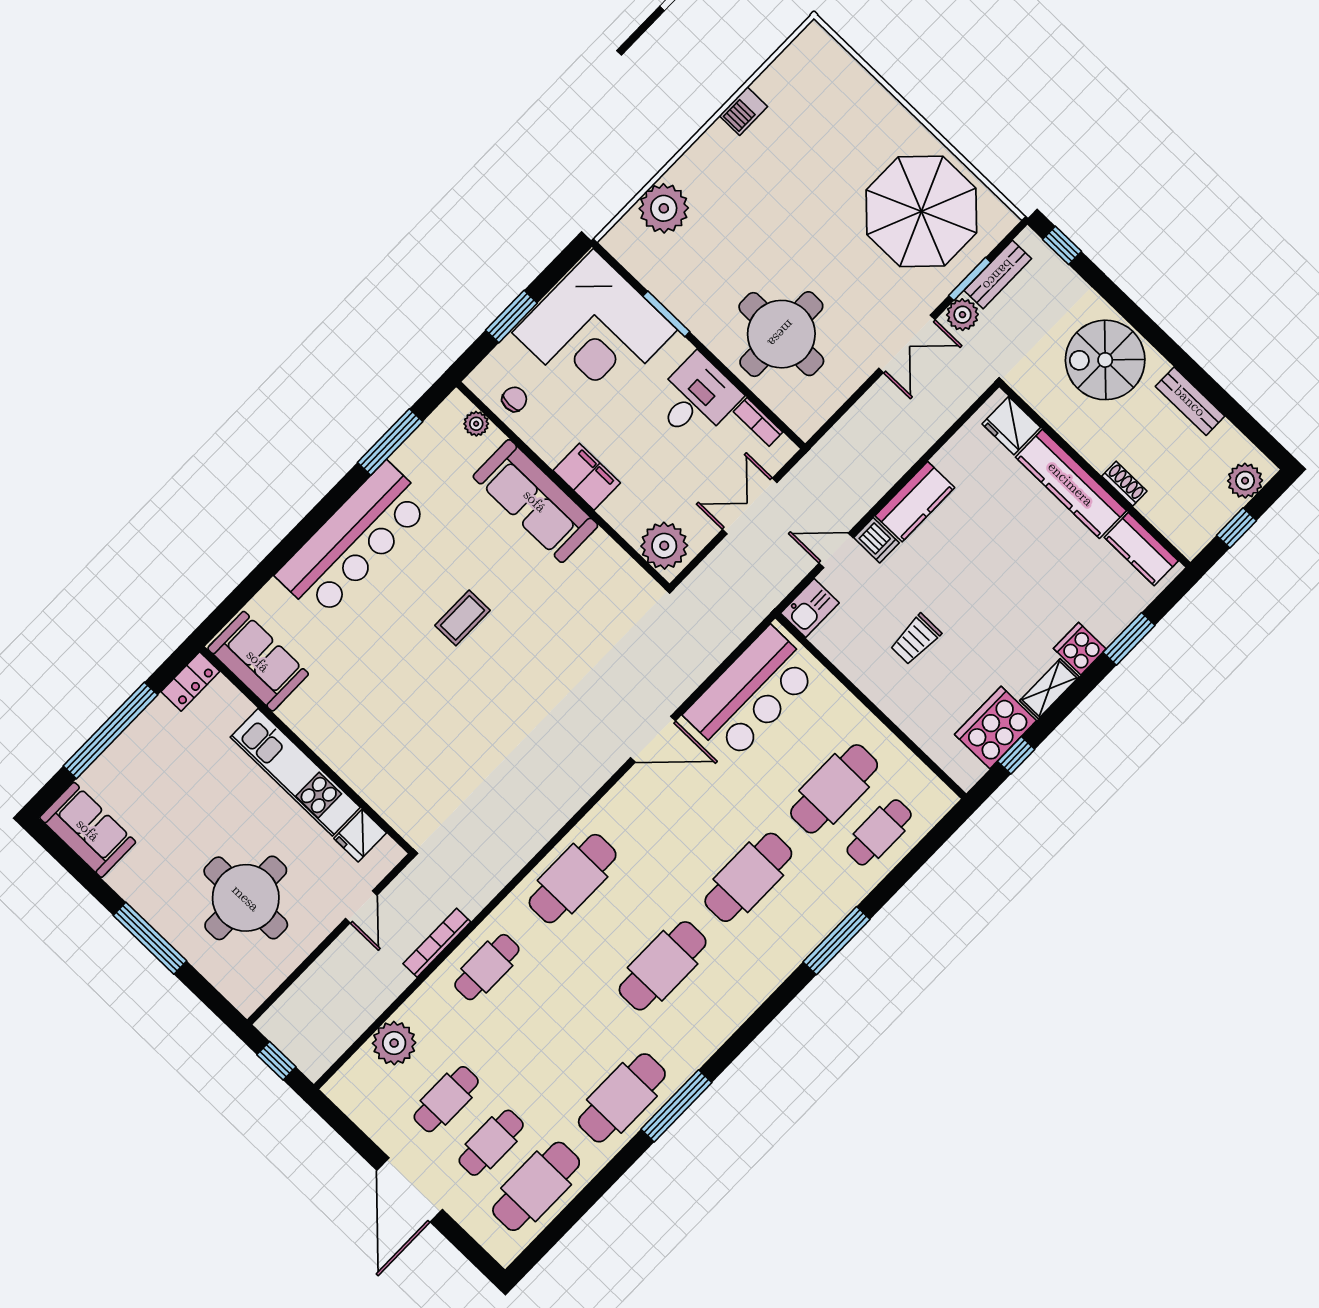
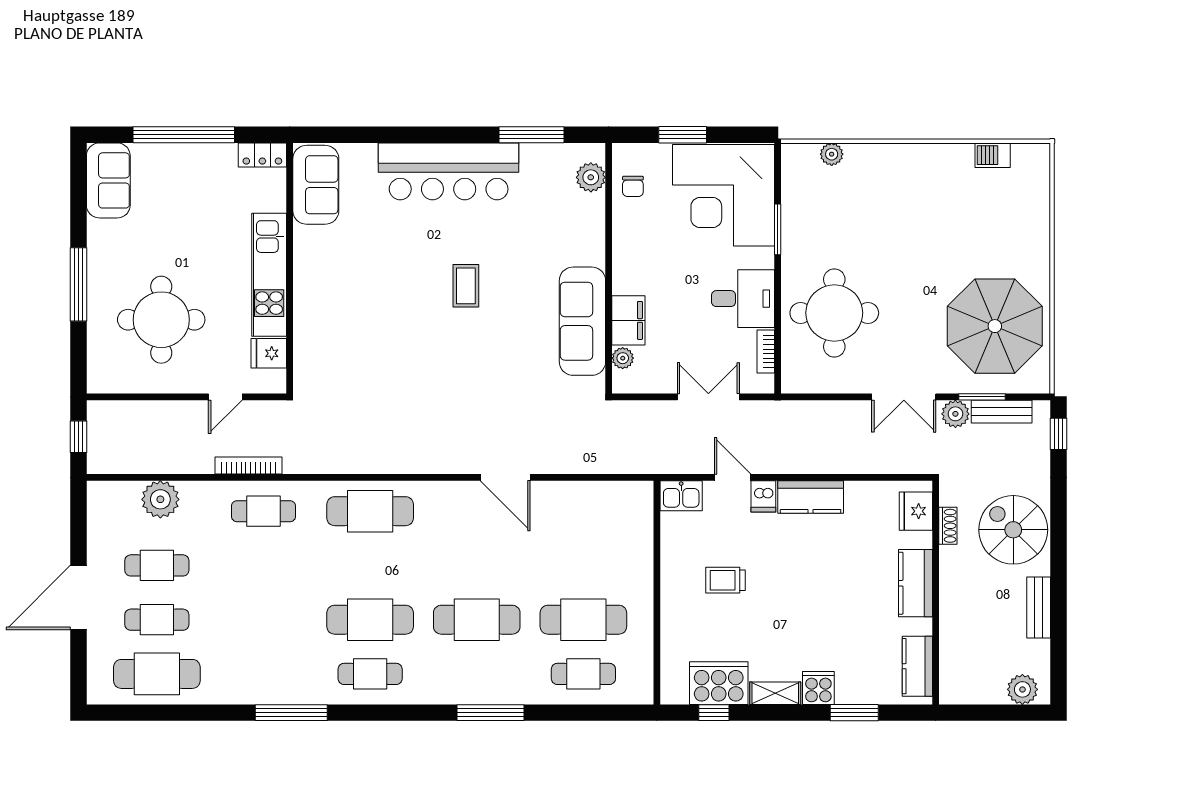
barbecue: (743, 111) -> (993, 155), moved
plant: (664, 208) -> (832, 154), width x0.53, depth x0.53
chair: (514, 399) -> (633, 186), turned 90
plant: (476, 424) -> (591, 177), width x1.38, depth x1.38
filing cabinet: (587, 477) -> (628, 320), moved
kitchen counter: (1071, 484) -> (916, 583), width x0.67
shoe rack: (1124, 484) -> (948, 526), moved
sofa: (535, 501) -> (582, 321), moved
window: (1236, 528) -> (988, 713), removed
plant: (664, 546) -> (623, 358), width x0.53, depth x0.53
coffee table: (463, 618) -> (466, 286), turned 90
bar counter: (751, 694) -> (593, 511), removed
cafe table: (622, 1098) -> (370, 674), moved, width x0.73, depth x0.74

